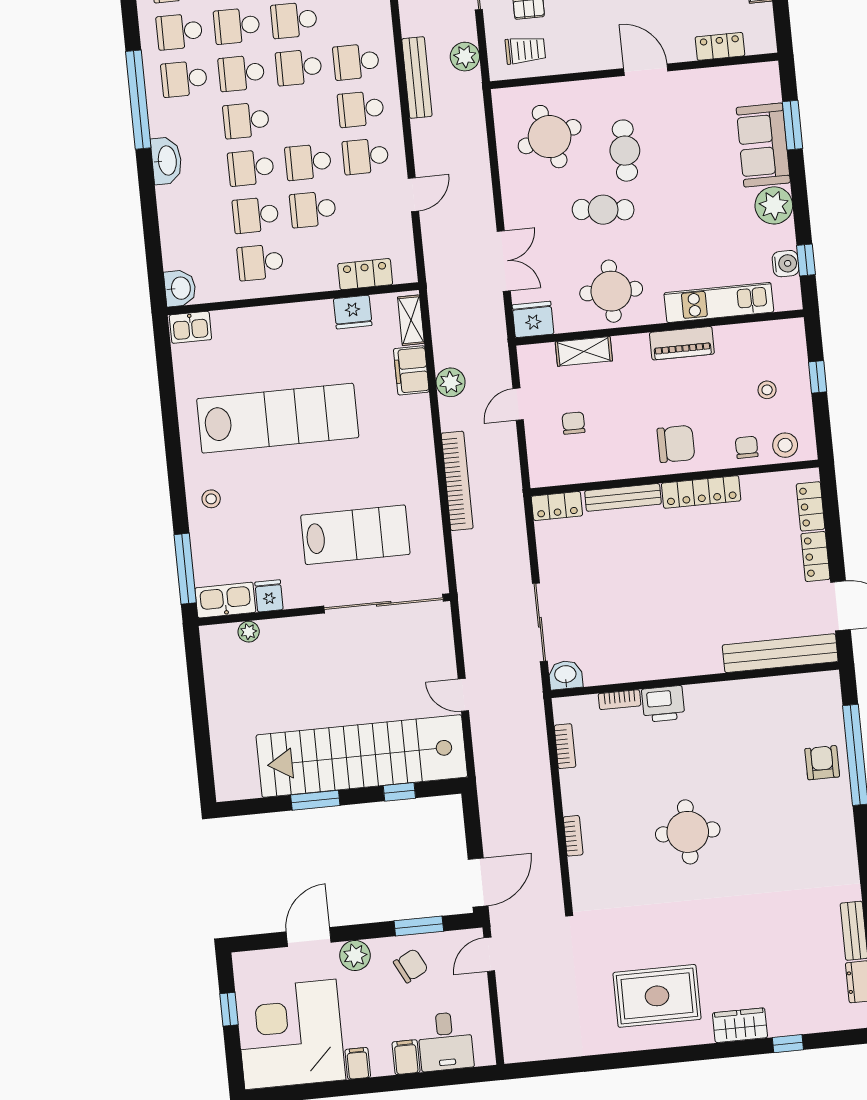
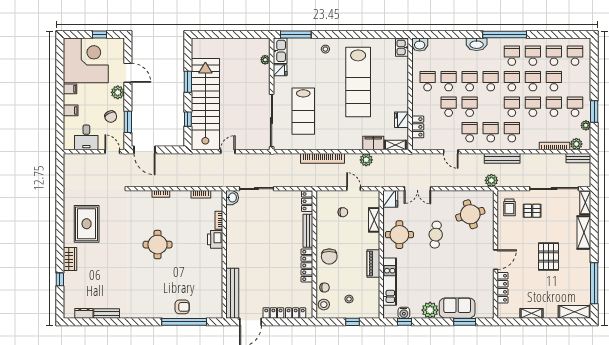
locker: (720, 46) -> (503, 288), width x1.53
plant: (465, 57) -> (491, 180), moved
cafe table: (625, 151) -> (461, 247), removed
desk: (445, 1041) -> (86, 137), moved, turned -90

